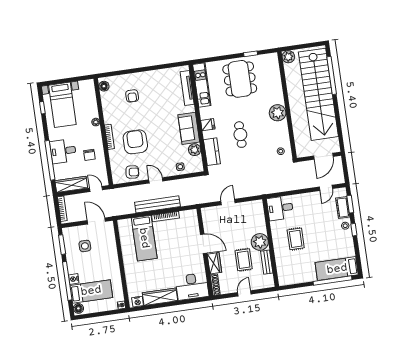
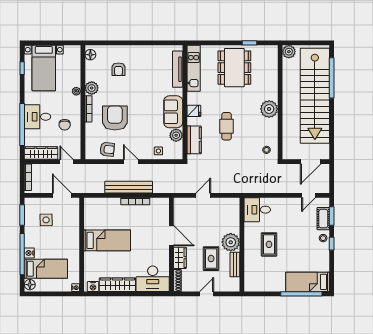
plant: (110, 117) -> (92, 88), added
bed: (144, 238) -> (107, 240), moved, turned -90

